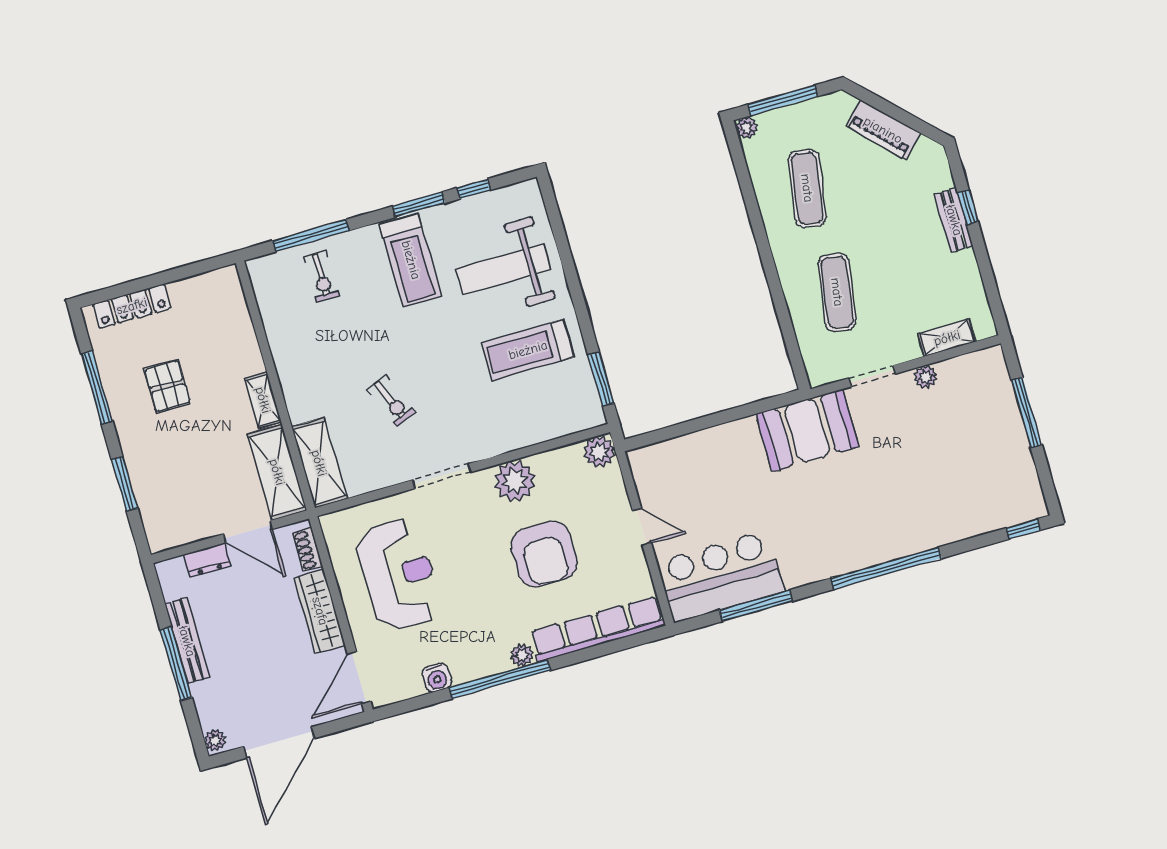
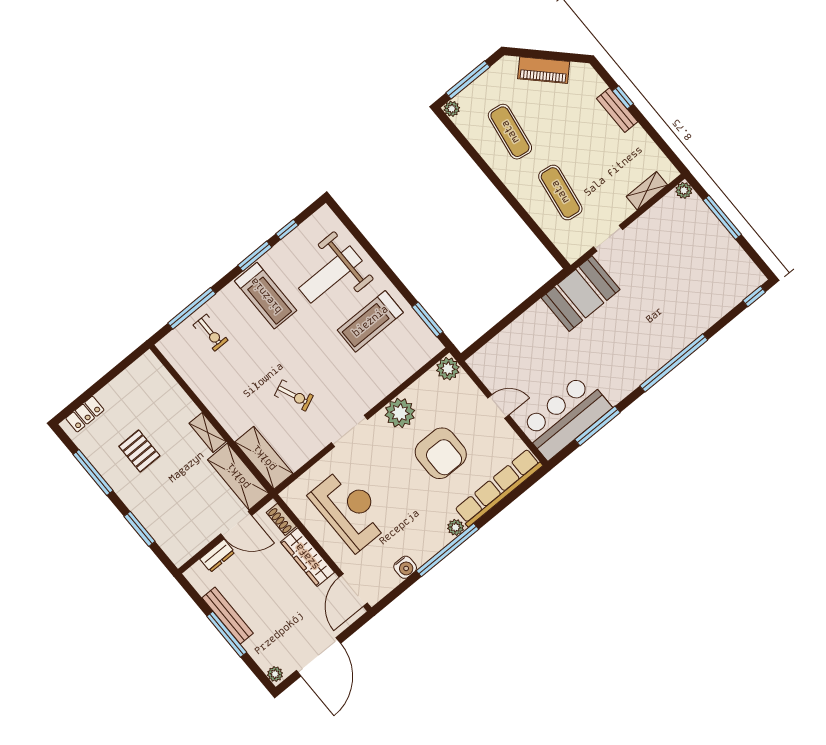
locker: (132, 306) -> (85, 414), width x0.66
plant: (925, 377) -> (684, 190), moved

